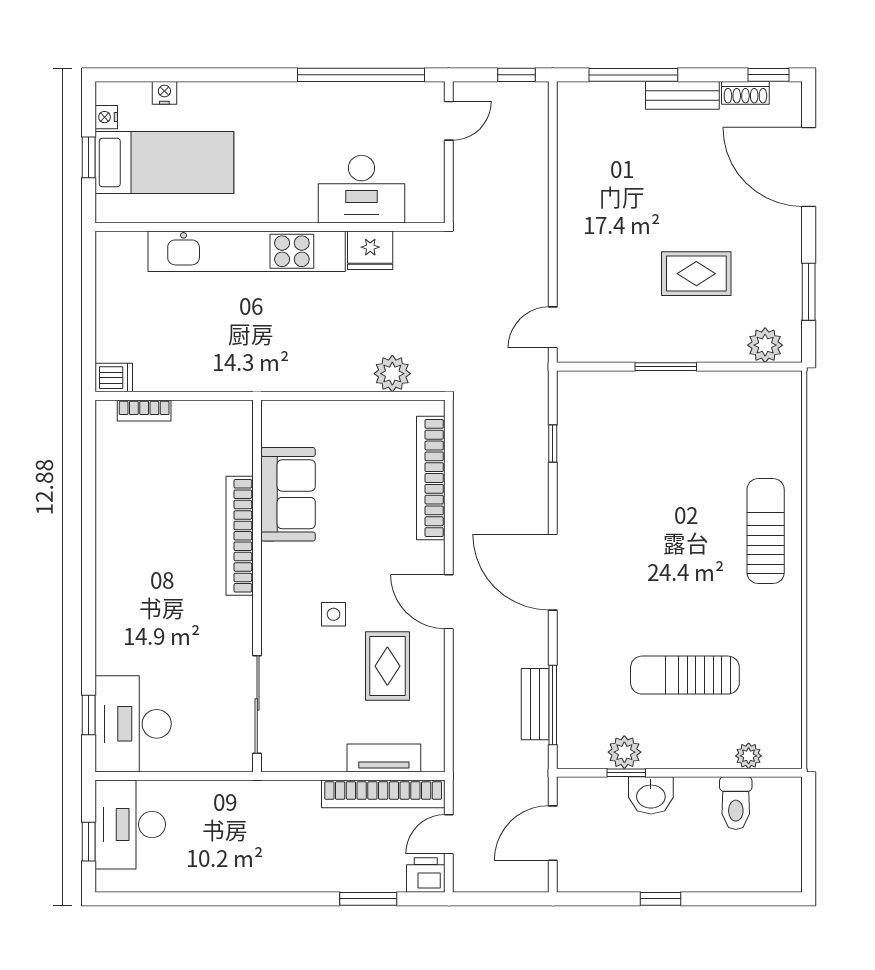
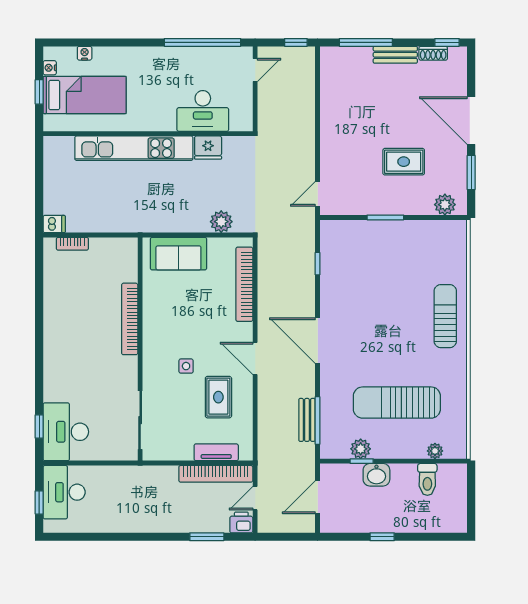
door: (809, 167) -> (471, 121), moved
sofa: (288, 494) -> (178, 254), moved, turned 90
sun lounger: (685, 675) -> (397, 403), width x1.36, depth x1.34

